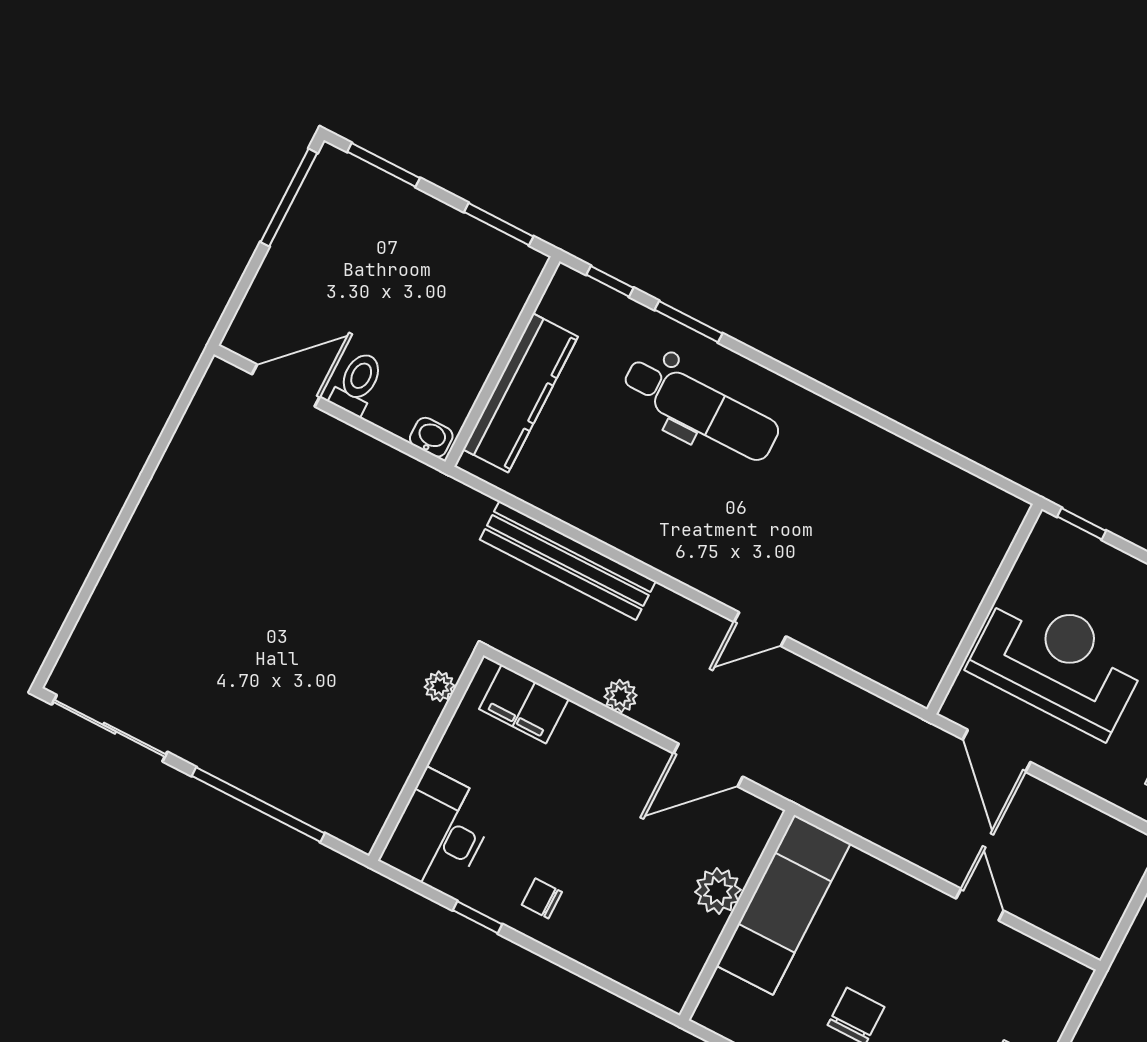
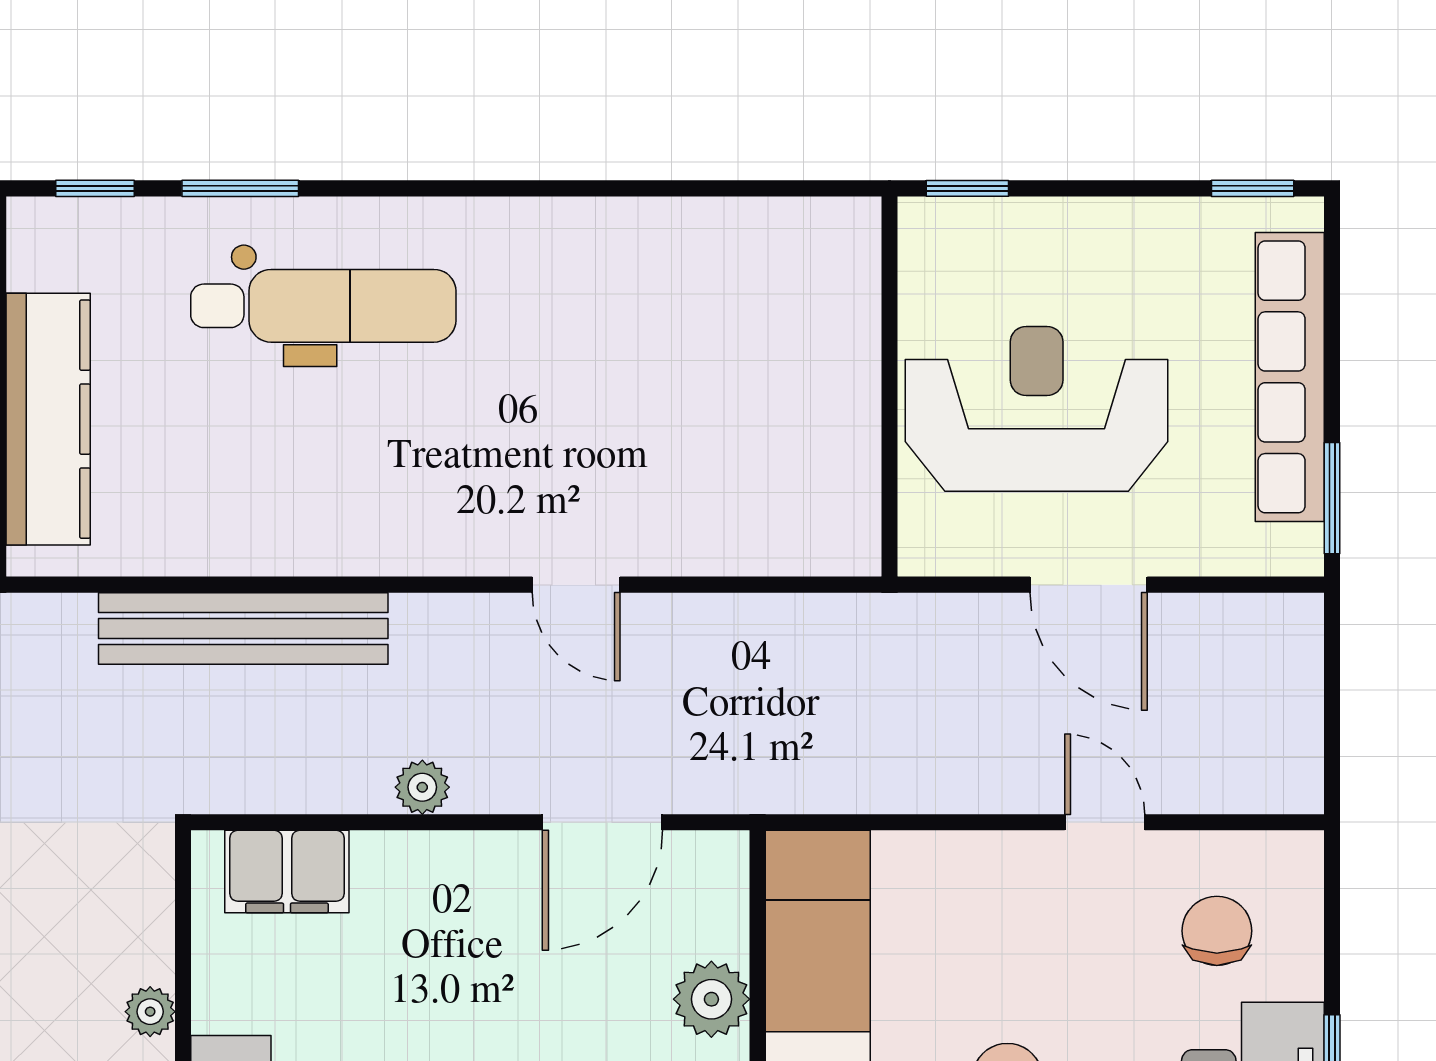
door: (760, 629) -> (576, 585), hinge flipped
plant: (439, 686) -> (150, 1012), moved
door: (997, 751) -> (1089, 585), moved
chair: (1010, 994) -> (1217, 931), added

